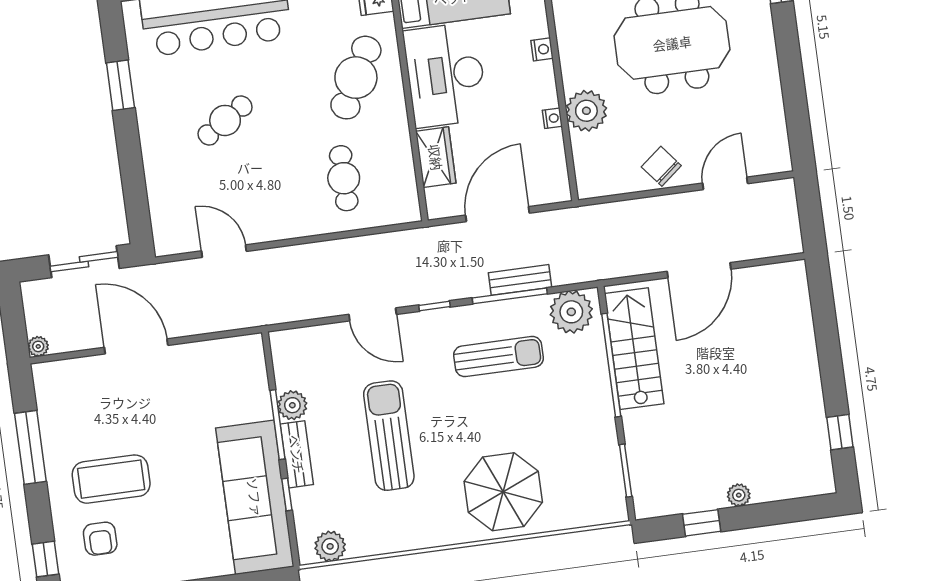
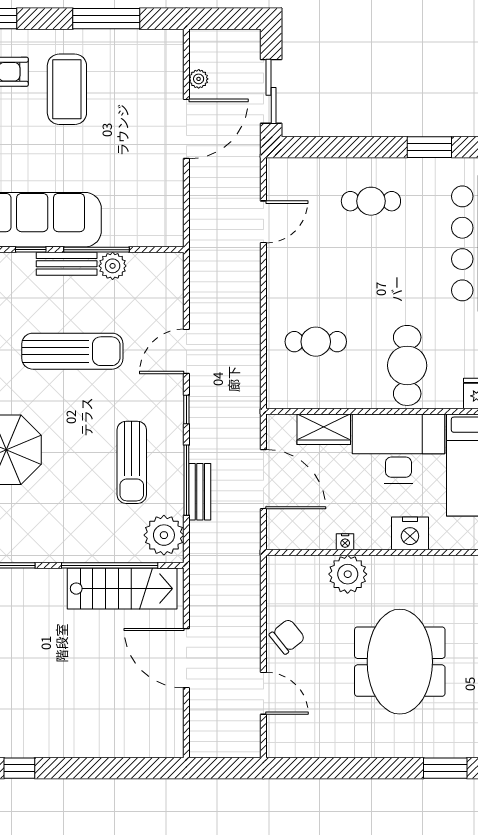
nightstand: (542, 49) -> (410, 533), width x1.89, depth x1.79
cafe table: (356, 78) -> (407, 365), turned 62
cafe table: (225, 120) -> (371, 201), moved, turned -57
plant: (38, 346) -> (199, 79), moved

